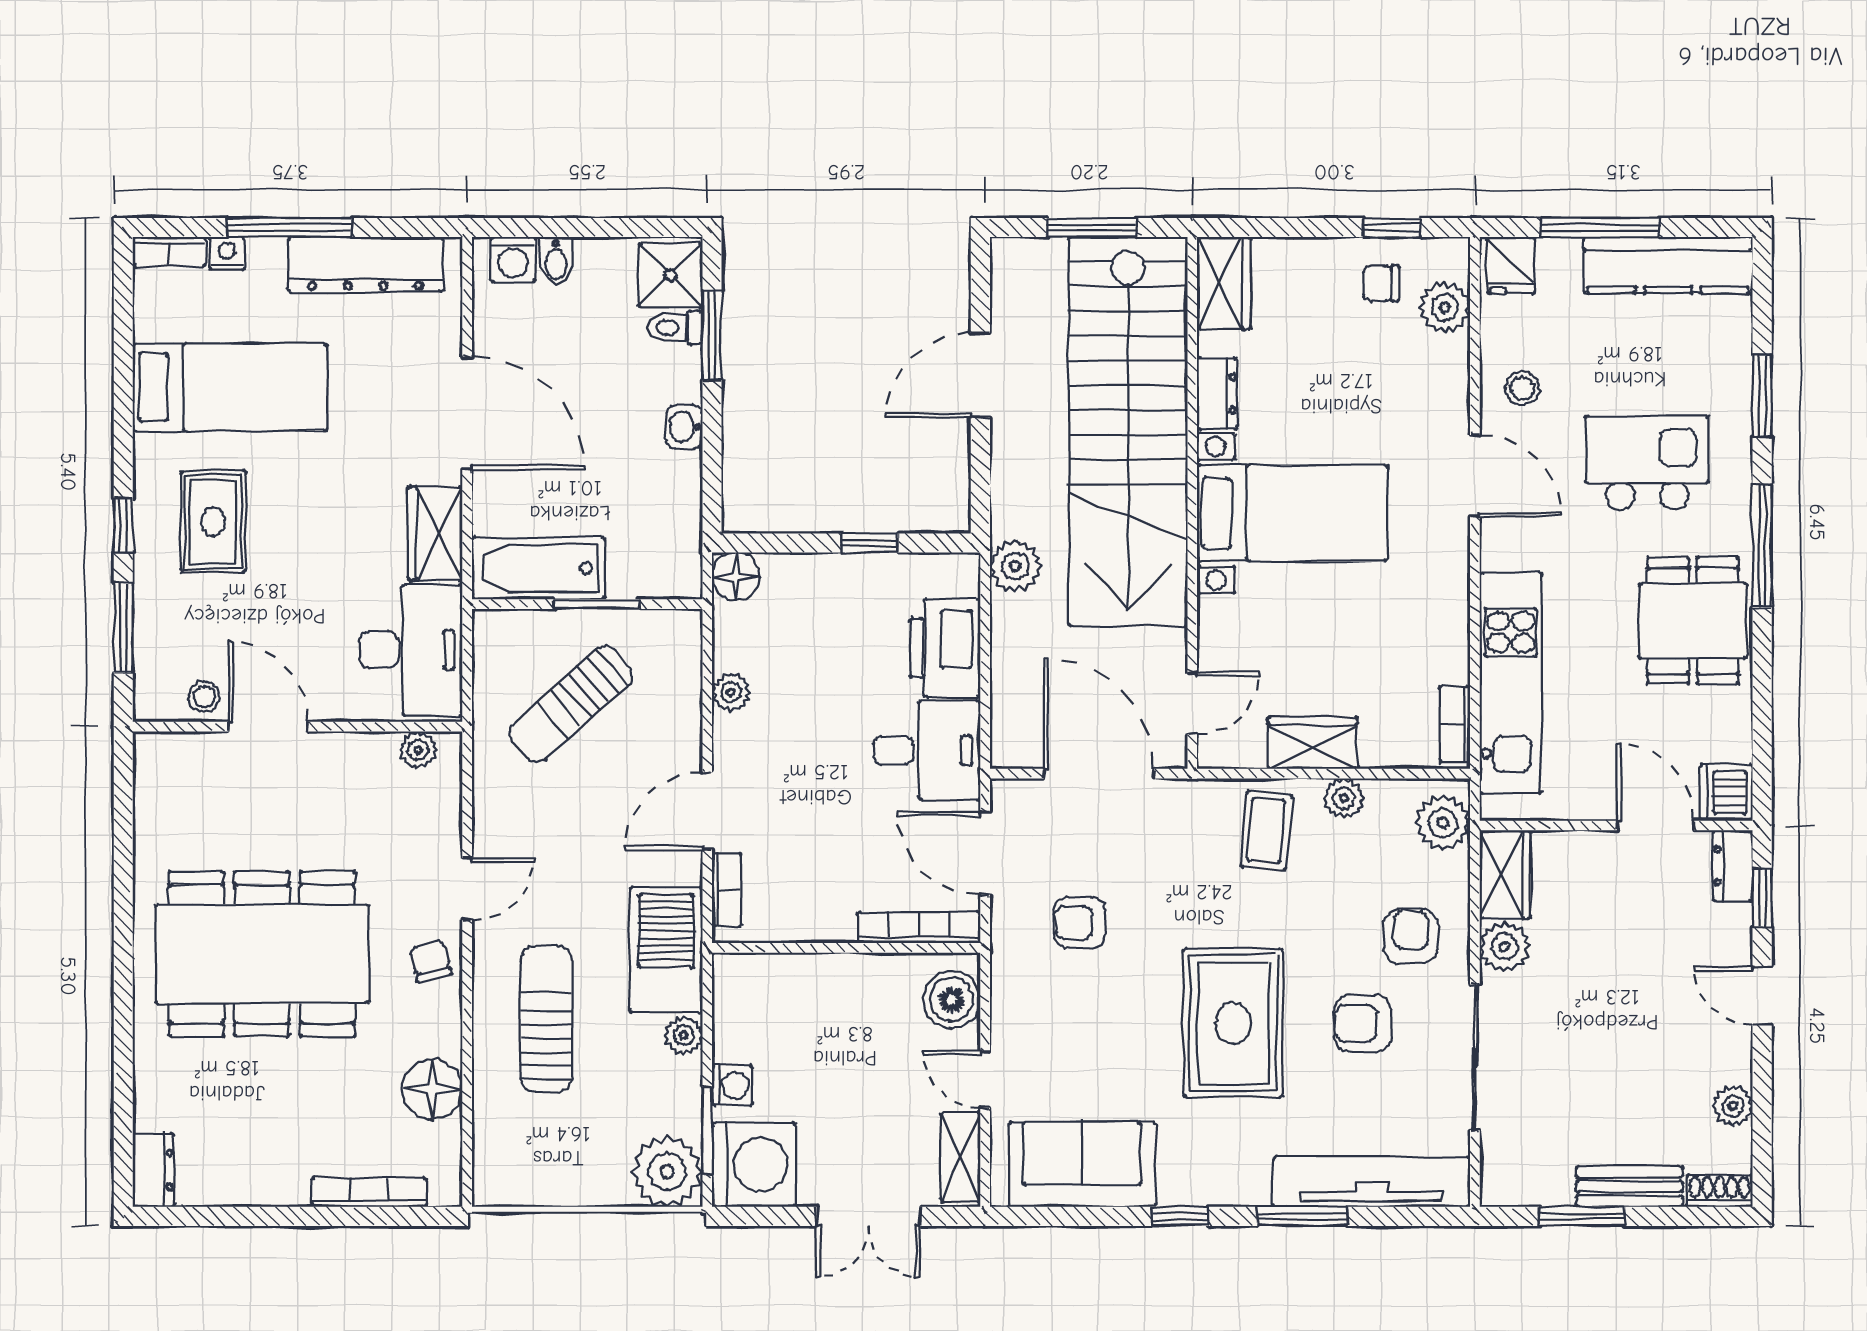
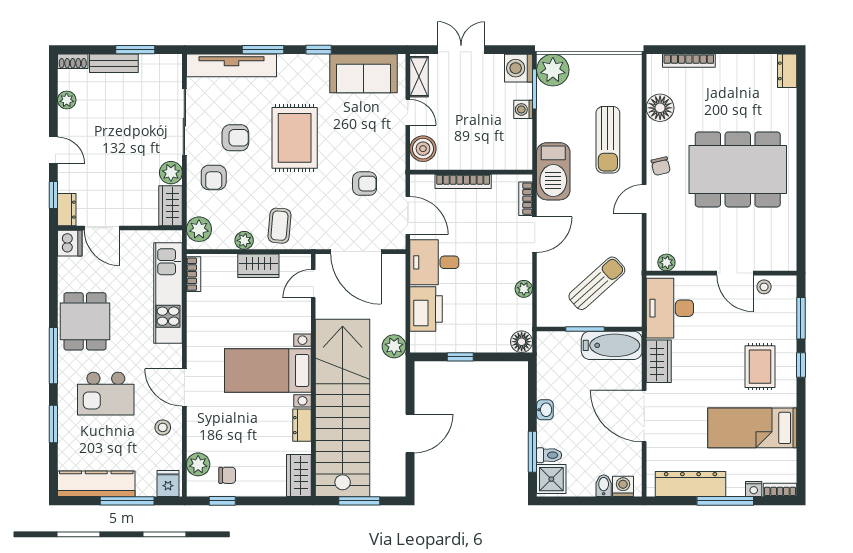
bookcase: (919, 928) -> (463, 181), moved
plant: (684, 1035) -> (545, 132), removed
washing machine: (754, 1165) -> (518, 68), width x0.73, depth x0.73

